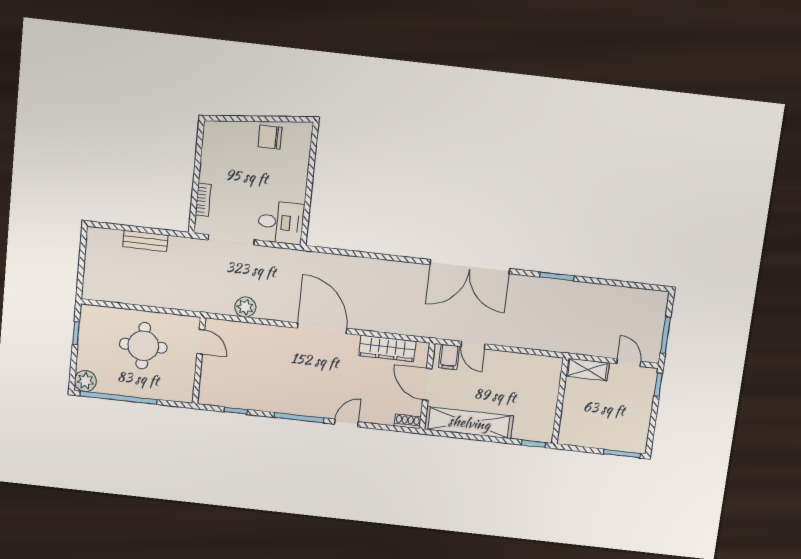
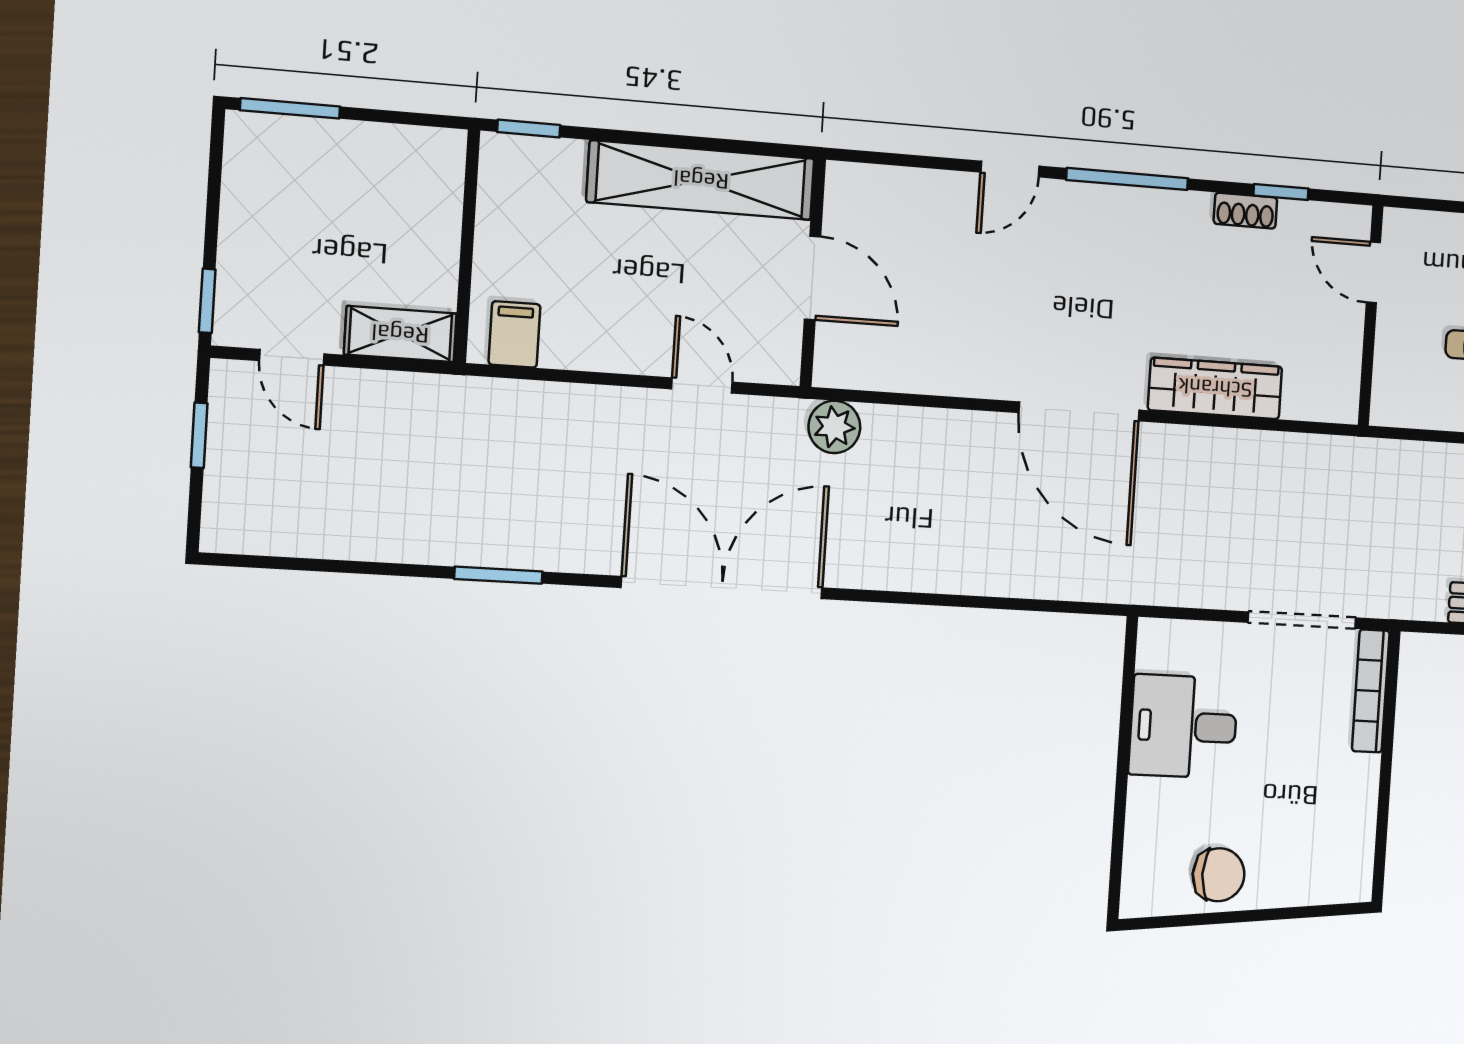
bookcase: (203, 200) -> (1371, 691), width x1.56
desk: (281, 222) -> (1183, 726), moved
plant: (245, 307) -> (834, 427), moved
window: (665, 335) -> (199, 435), width x0.67
door: (201, 342) -> (1373, 272), moved
wardrobe: (387, 348) -> (1215, 388), moved
filing cabinet: (449, 357) -> (514, 334), moved
shoe rack: (408, 421) -> (1245, 211), moved

